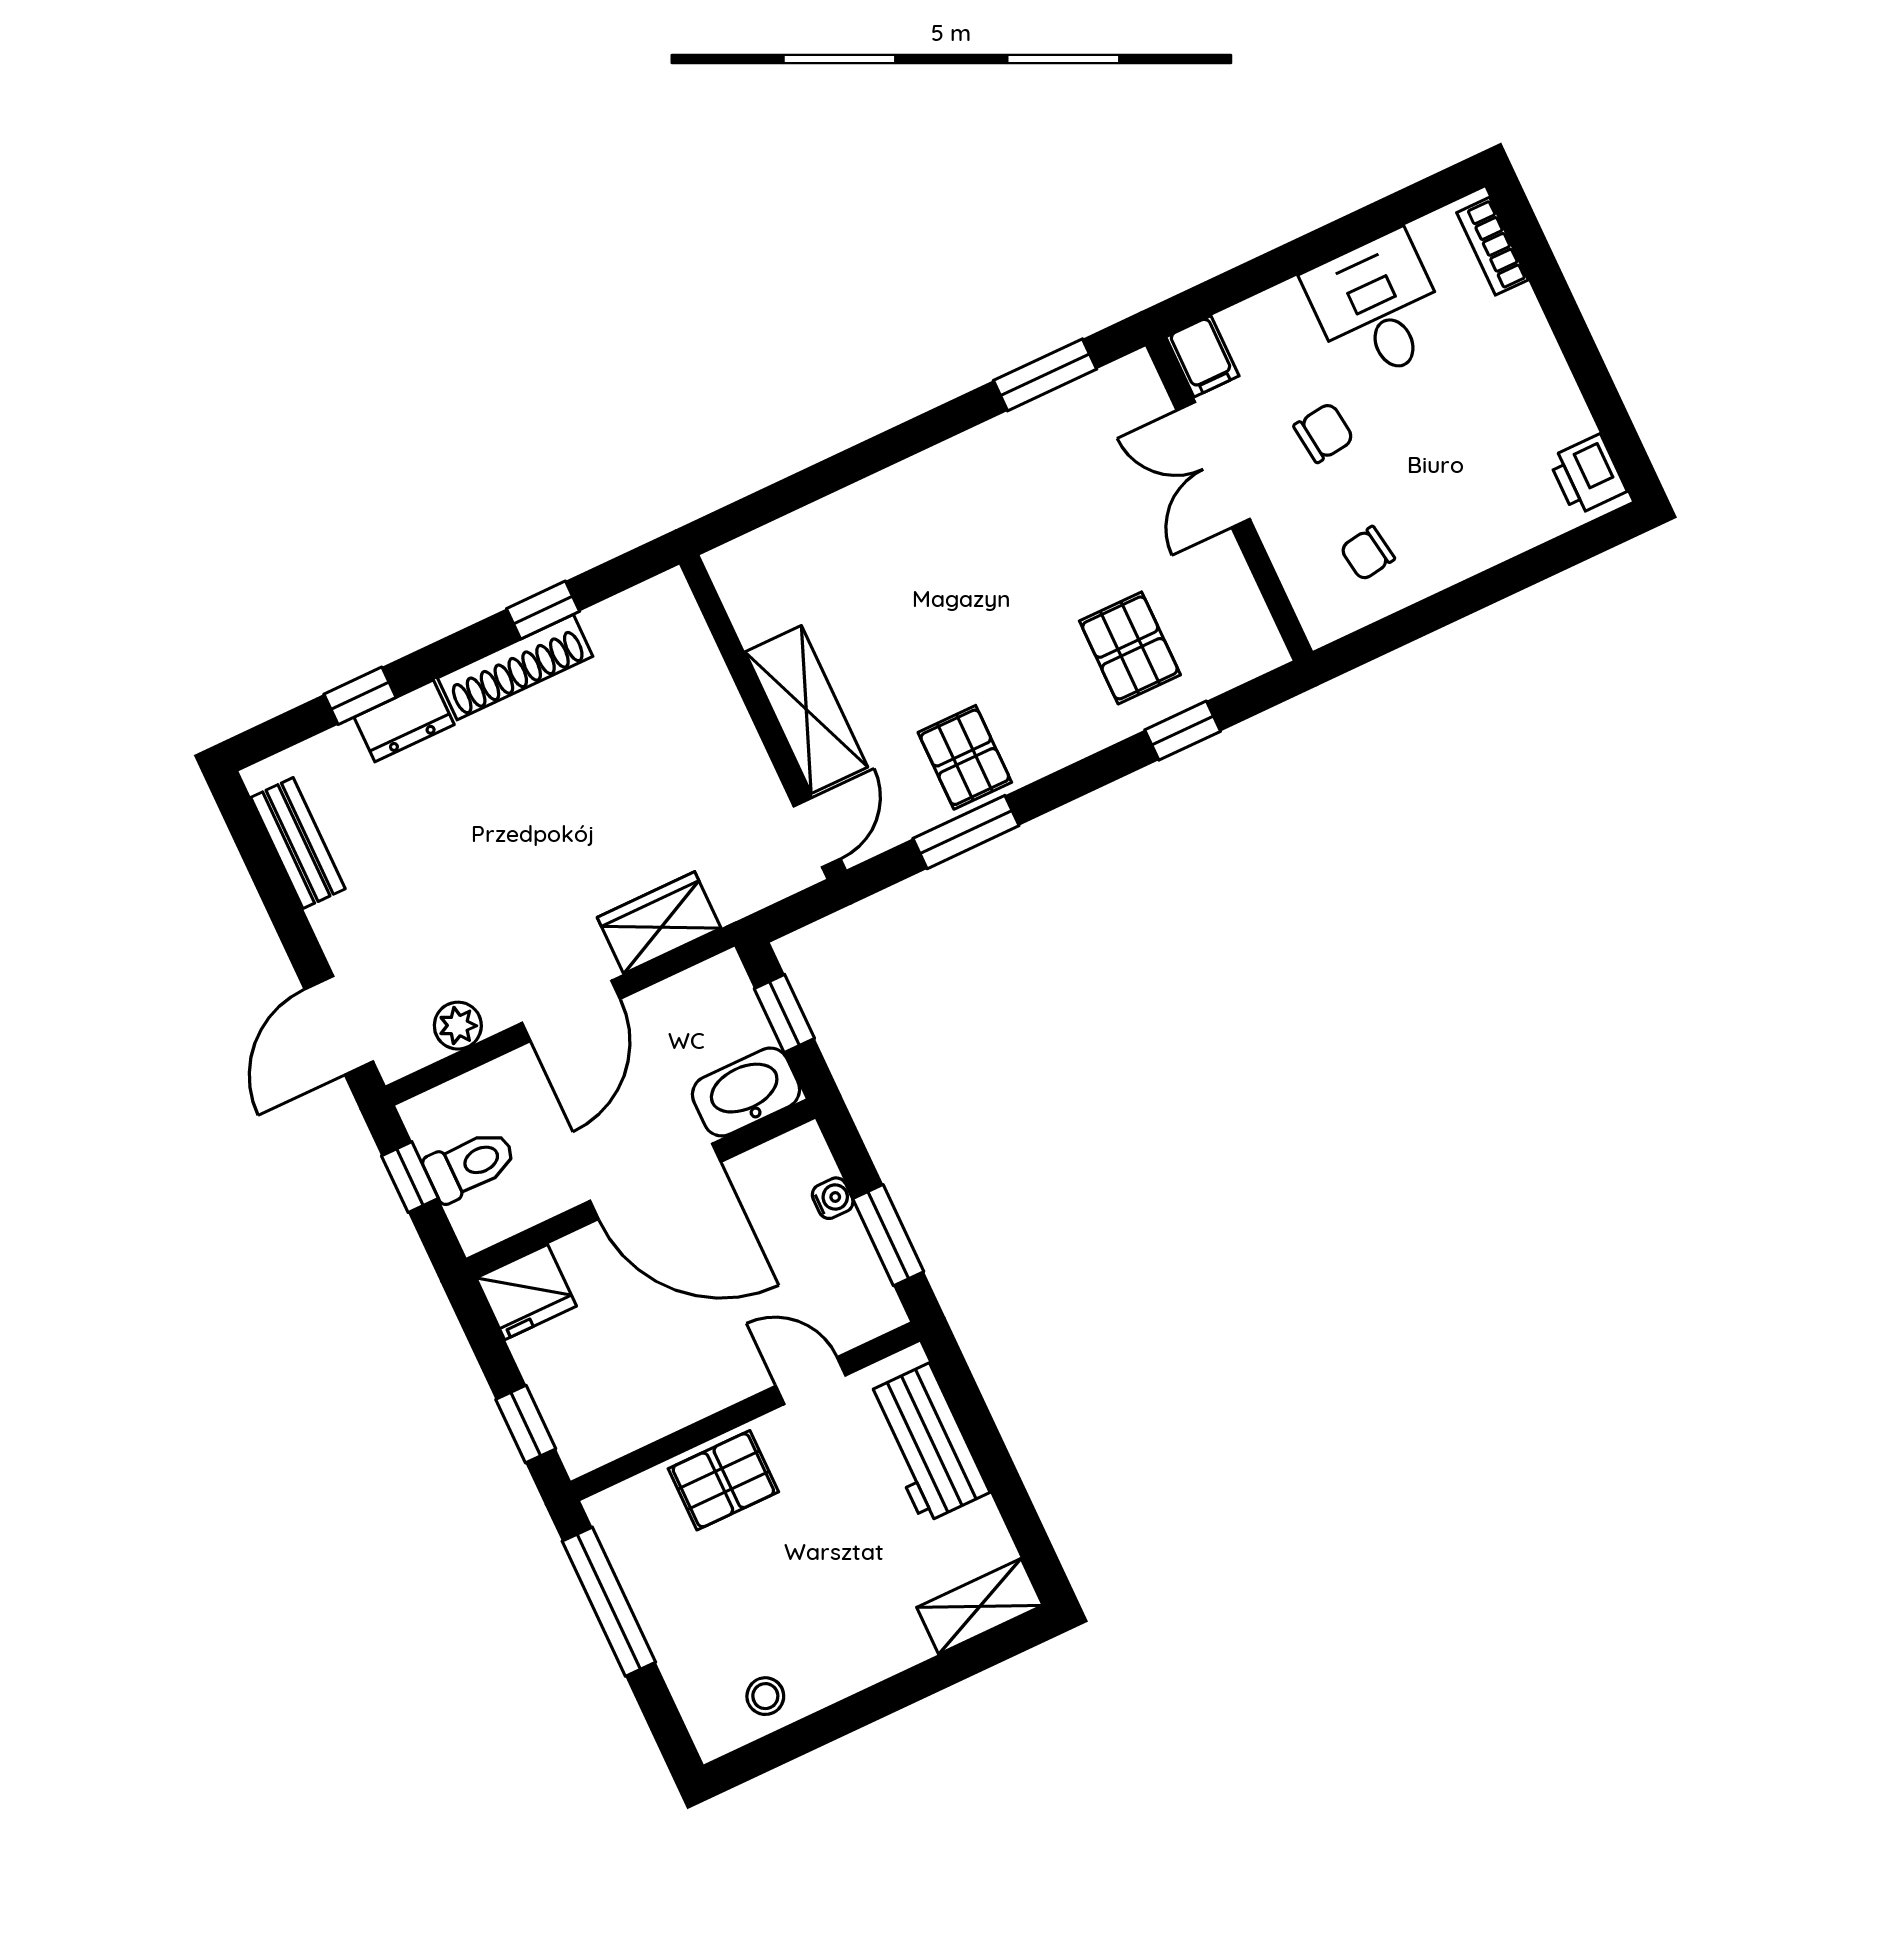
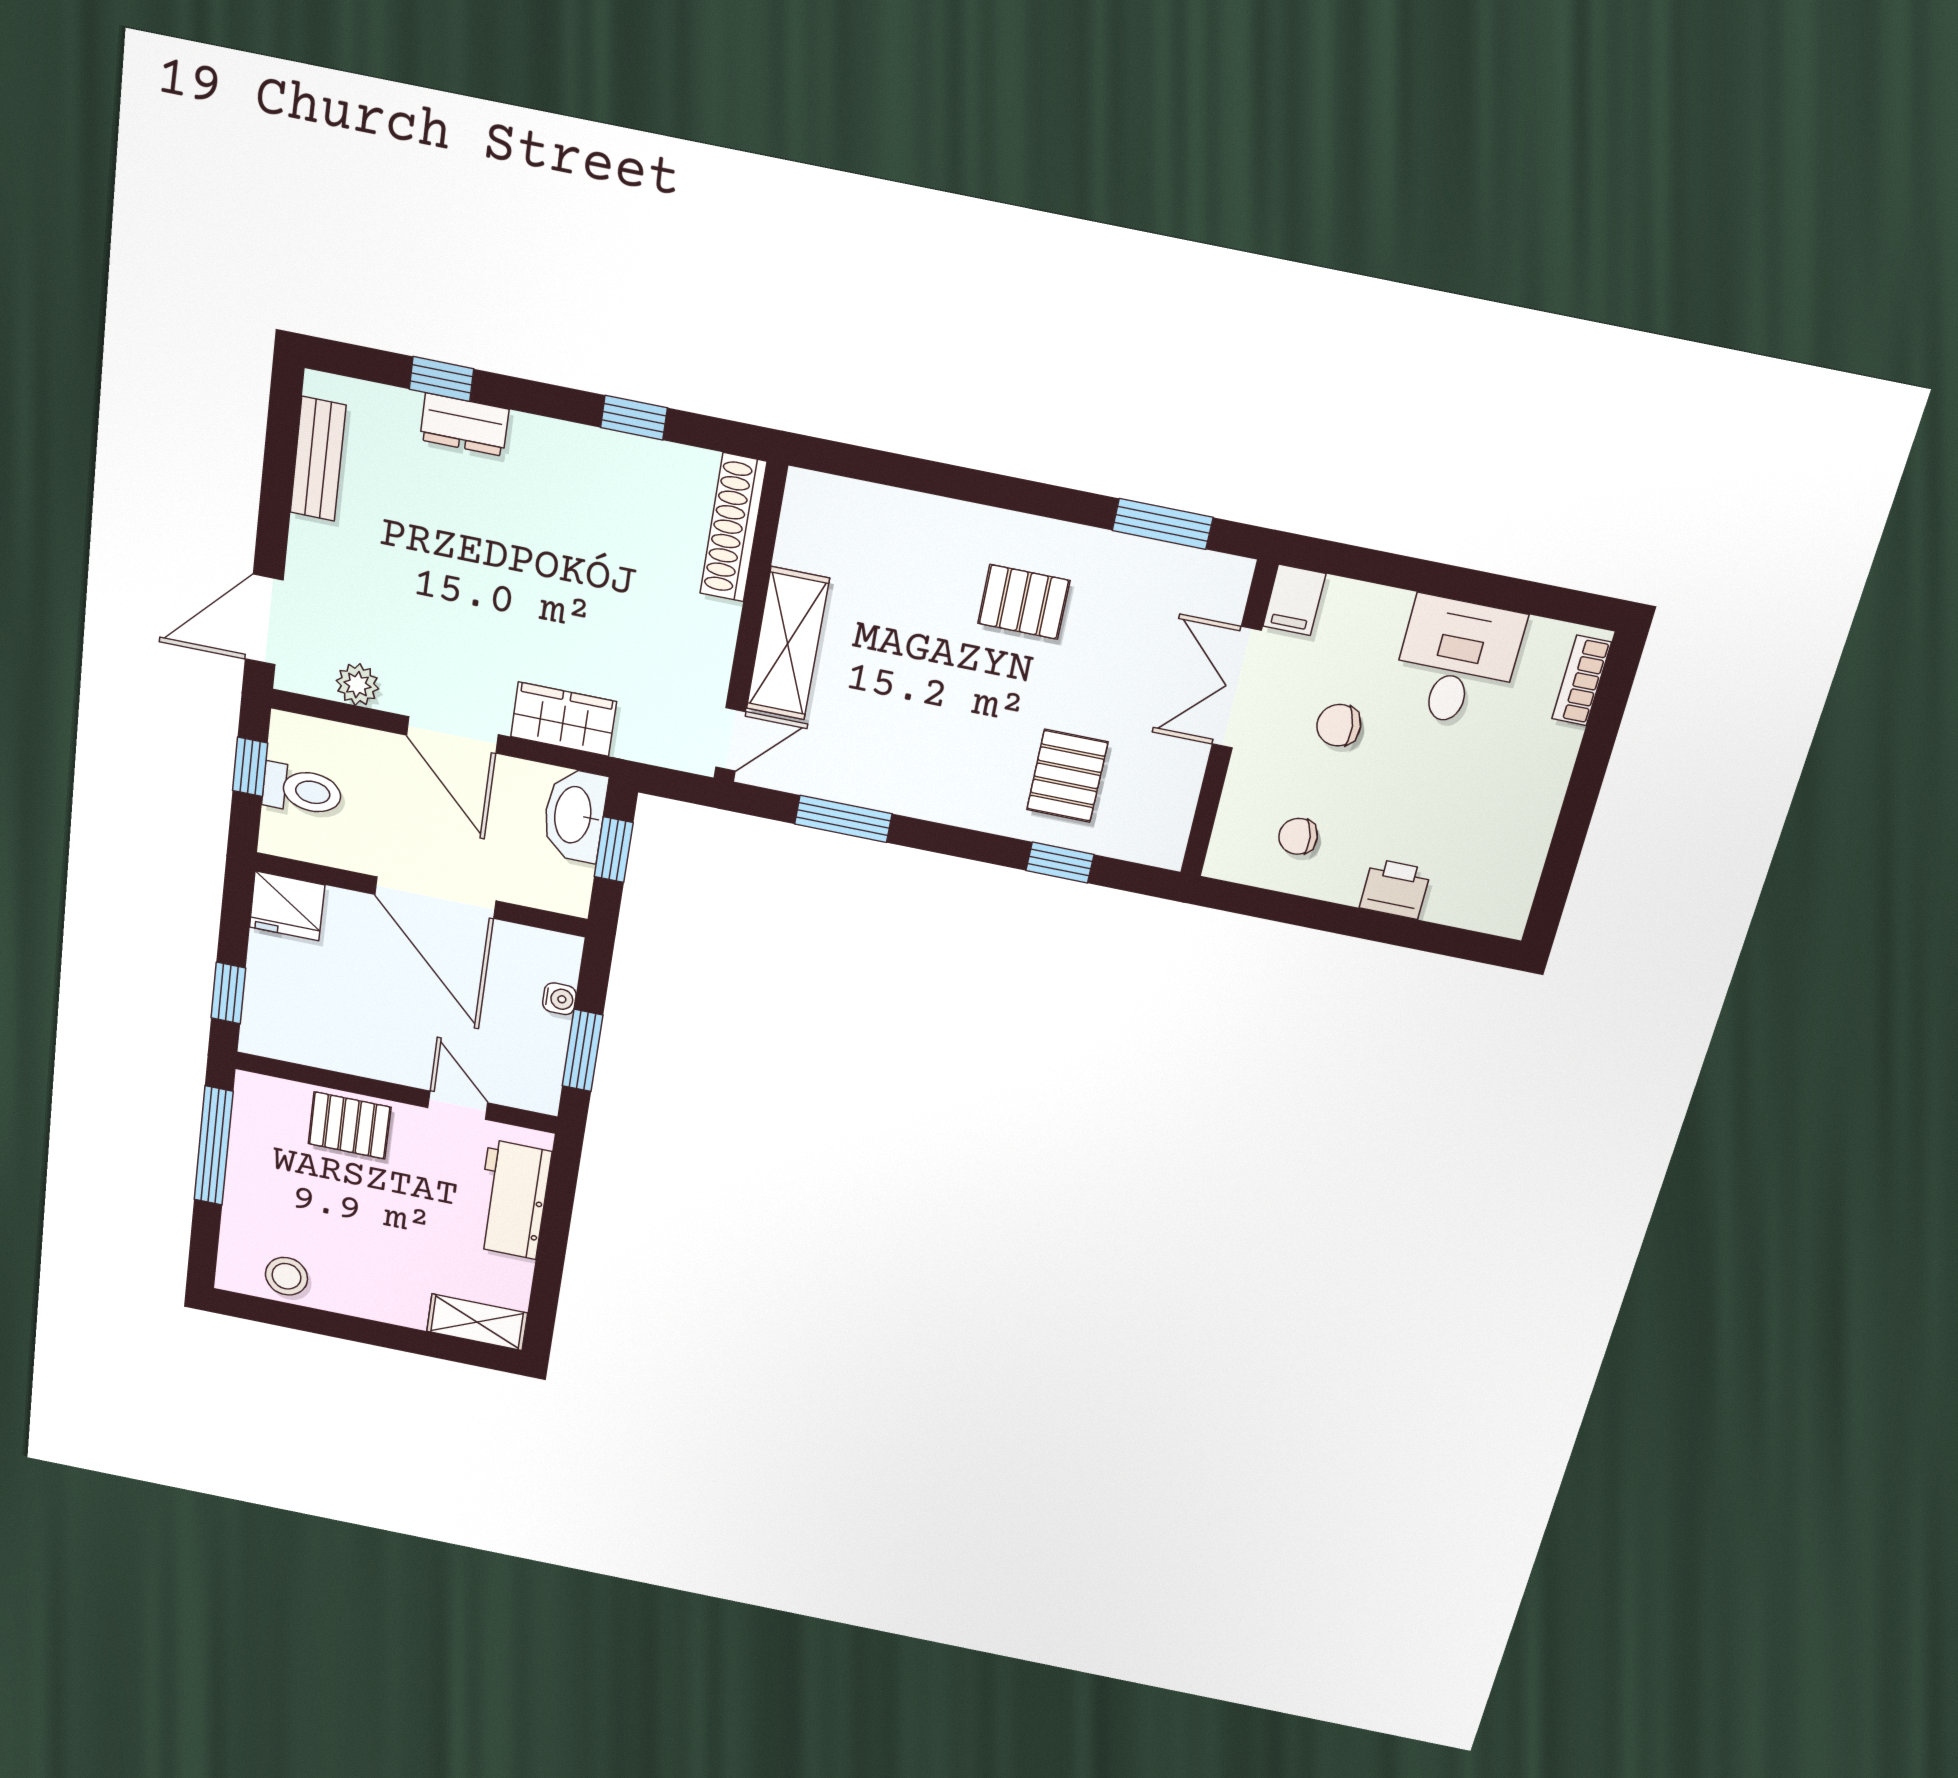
chair: (1324, 433) -> (1339, 725), turned 180
printer: (1588, 475) -> (1395, 889), moved, turned 90
shoe rack: (515, 667) -> (733, 528), moved, turned 90
pallet: (965, 757) -> (1024, 602), moved, turned 90
door: (571, 1011) -> (452, 735), hinge flipped
washbasin: (746, 1092) -> (574, 815), moved, turned -90
stool: (765, 1696) -> (286, 1276), width x1.37, depth x1.37

